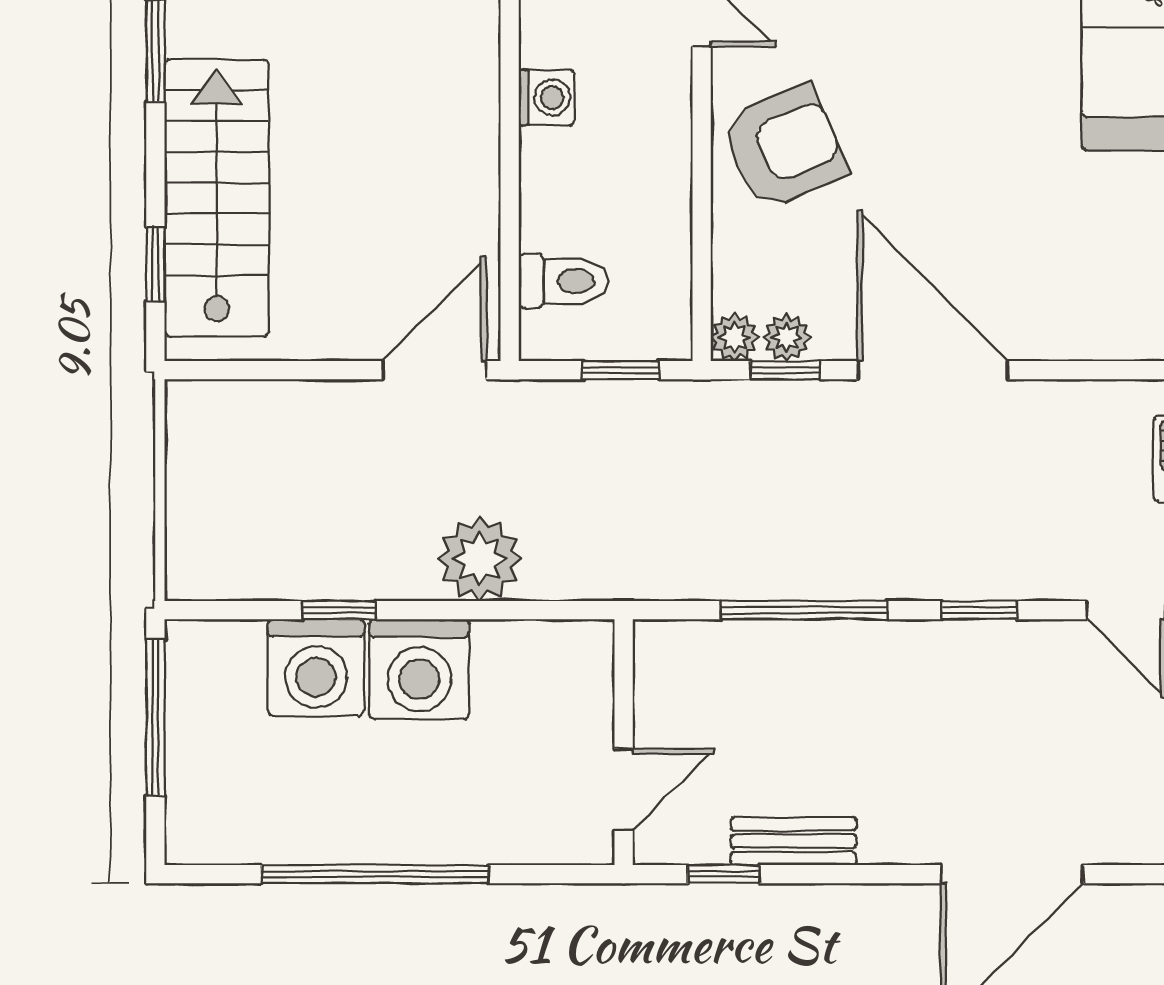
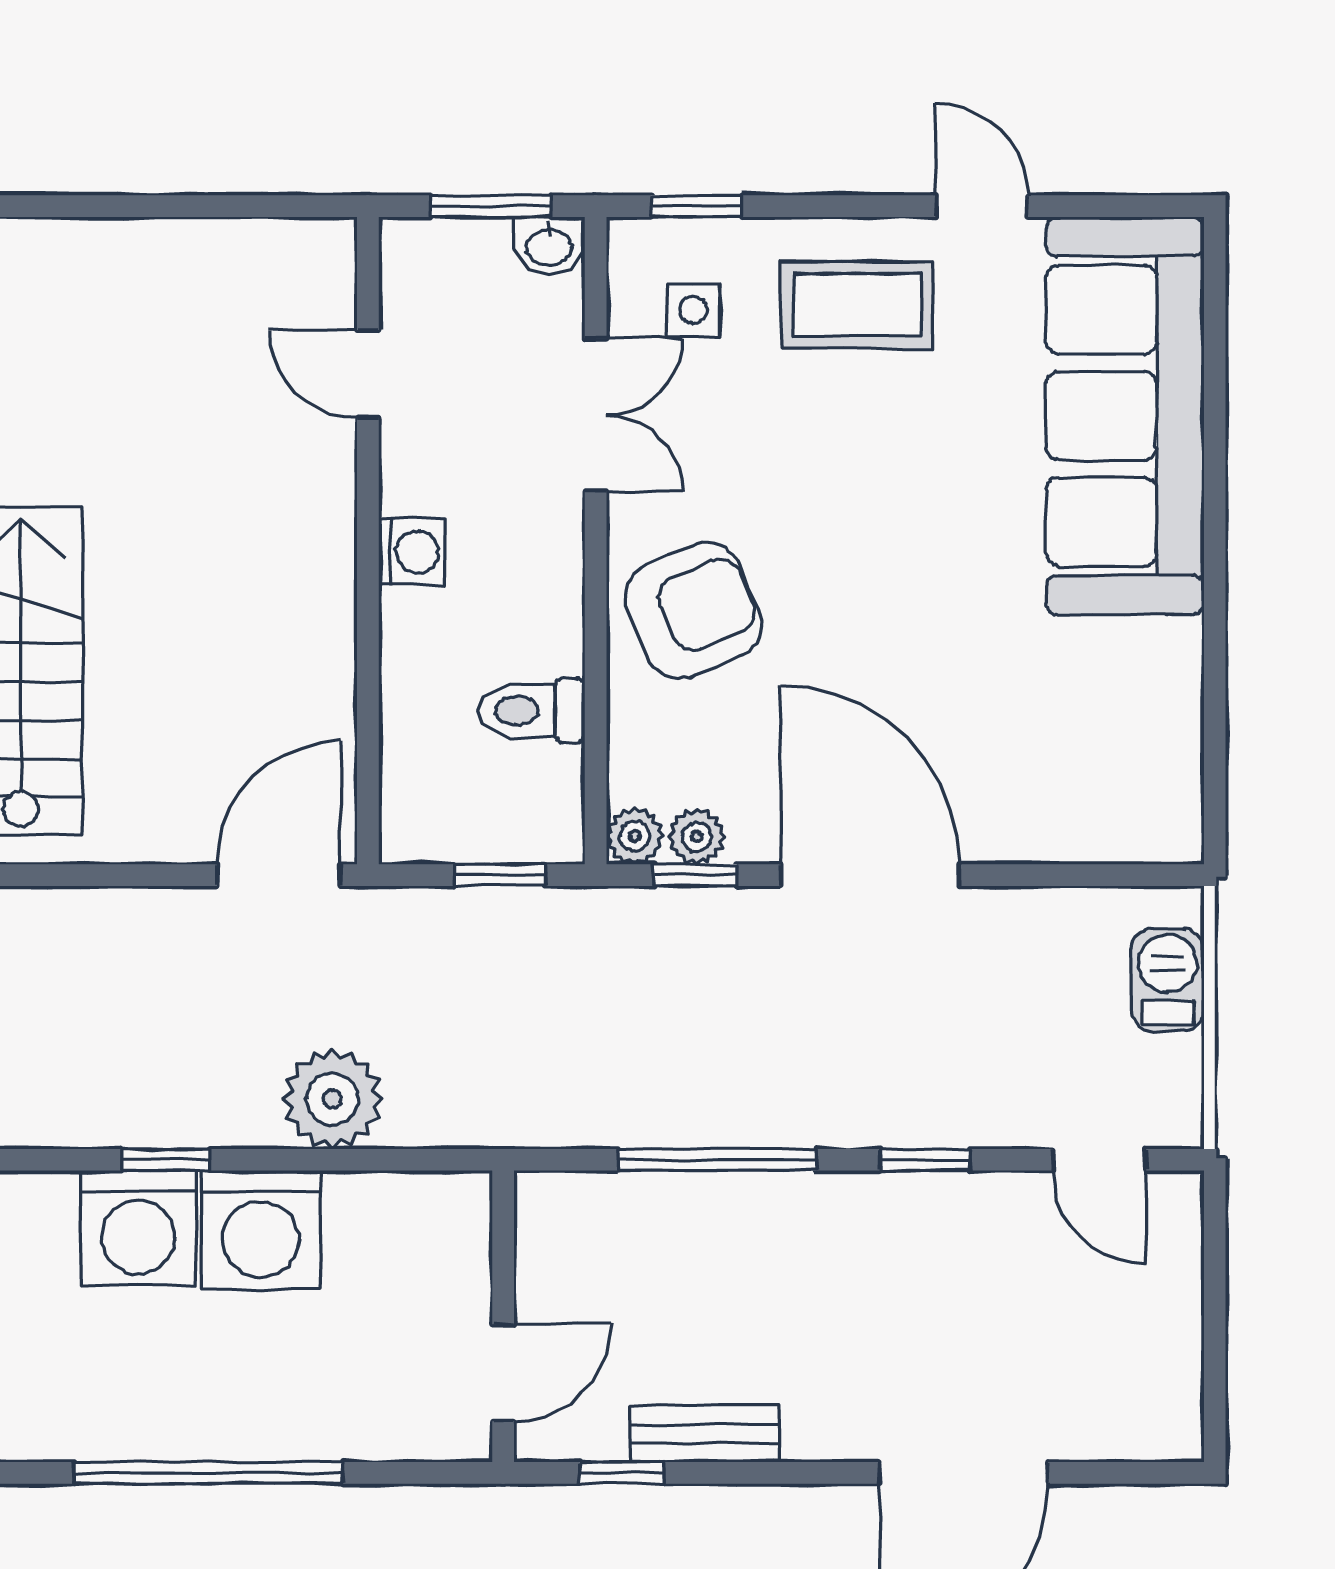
toilet: (563, 281) -> (532, 711), moved, turned 180

